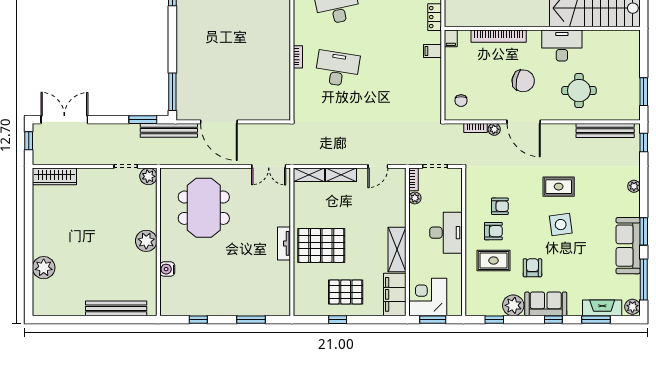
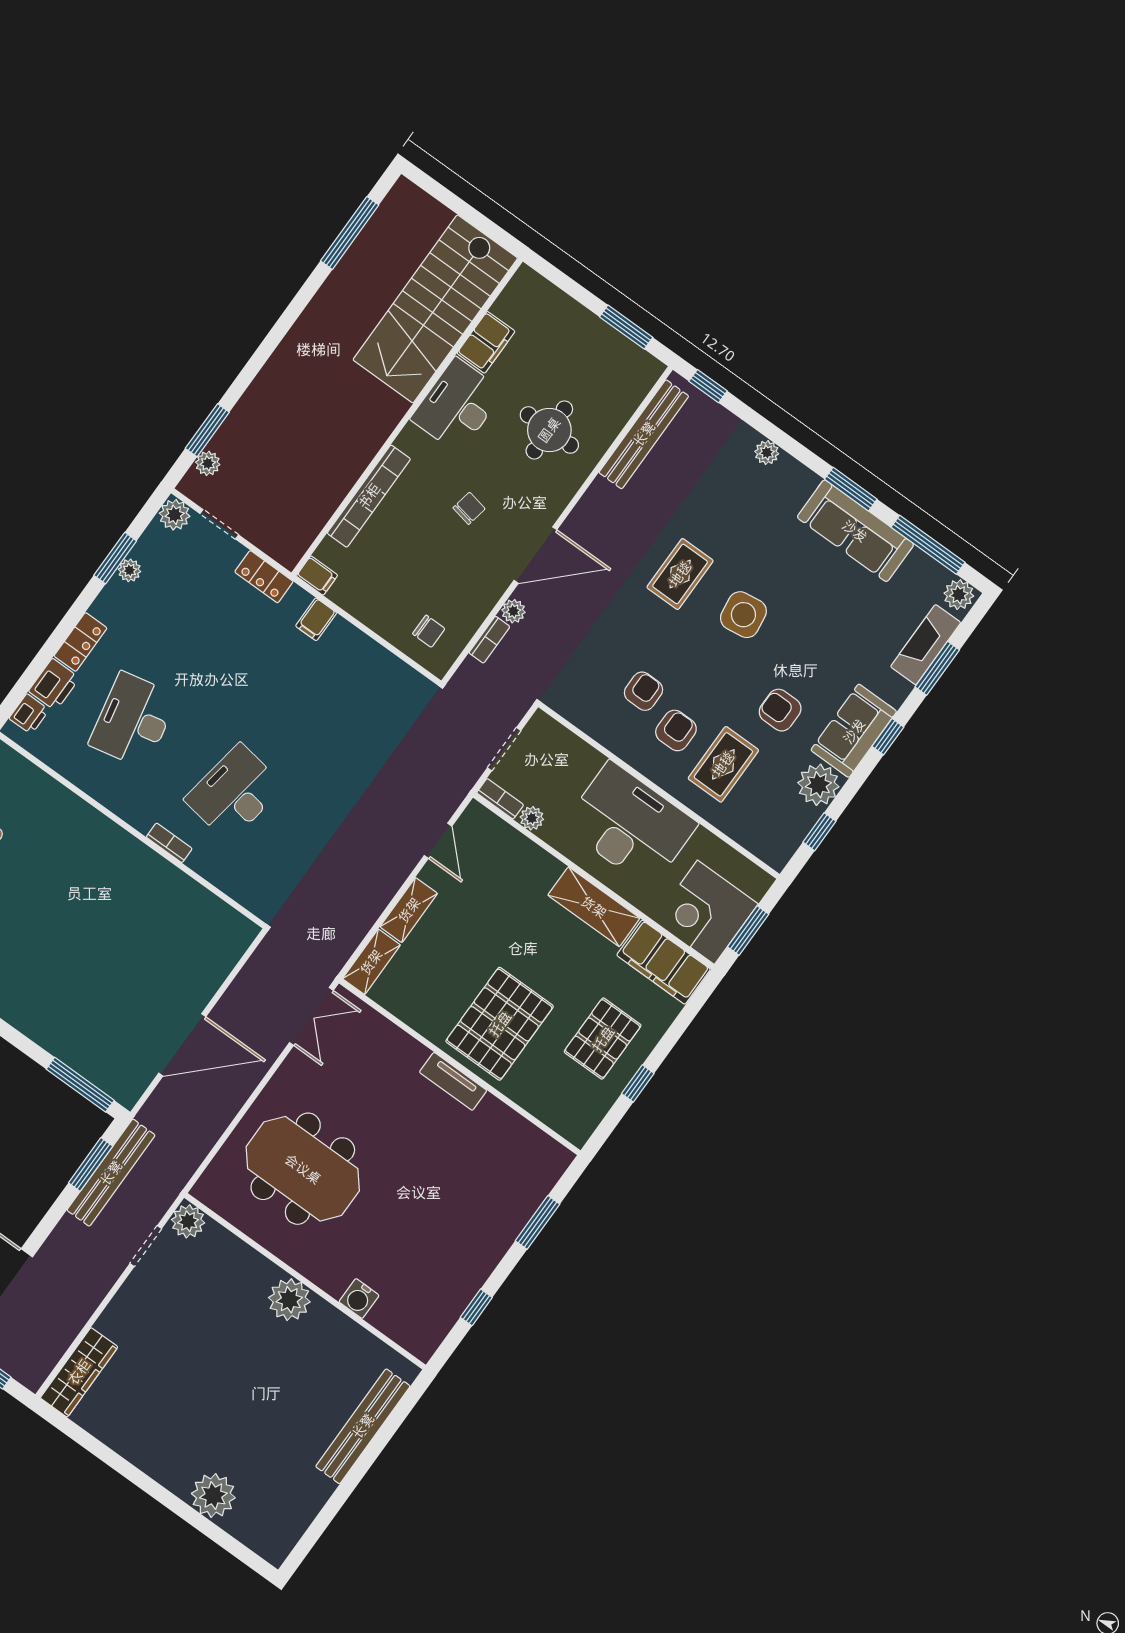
filing cabinet: (596, 39) -> (486, 342), added
chair: (523, 81) -> (469, 508), width x0.54, depth x0.54
bench: (169, 130) -> (111, 1173), moved
desk: (446, 233) -> (630, 825), width x1.36, depth x1.30

